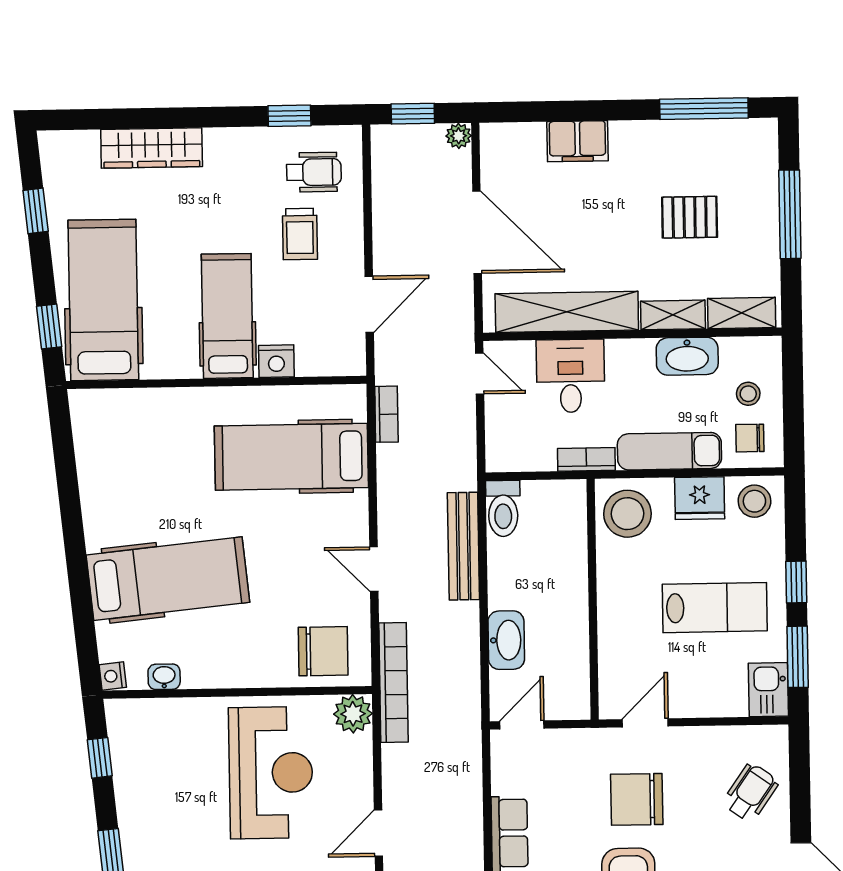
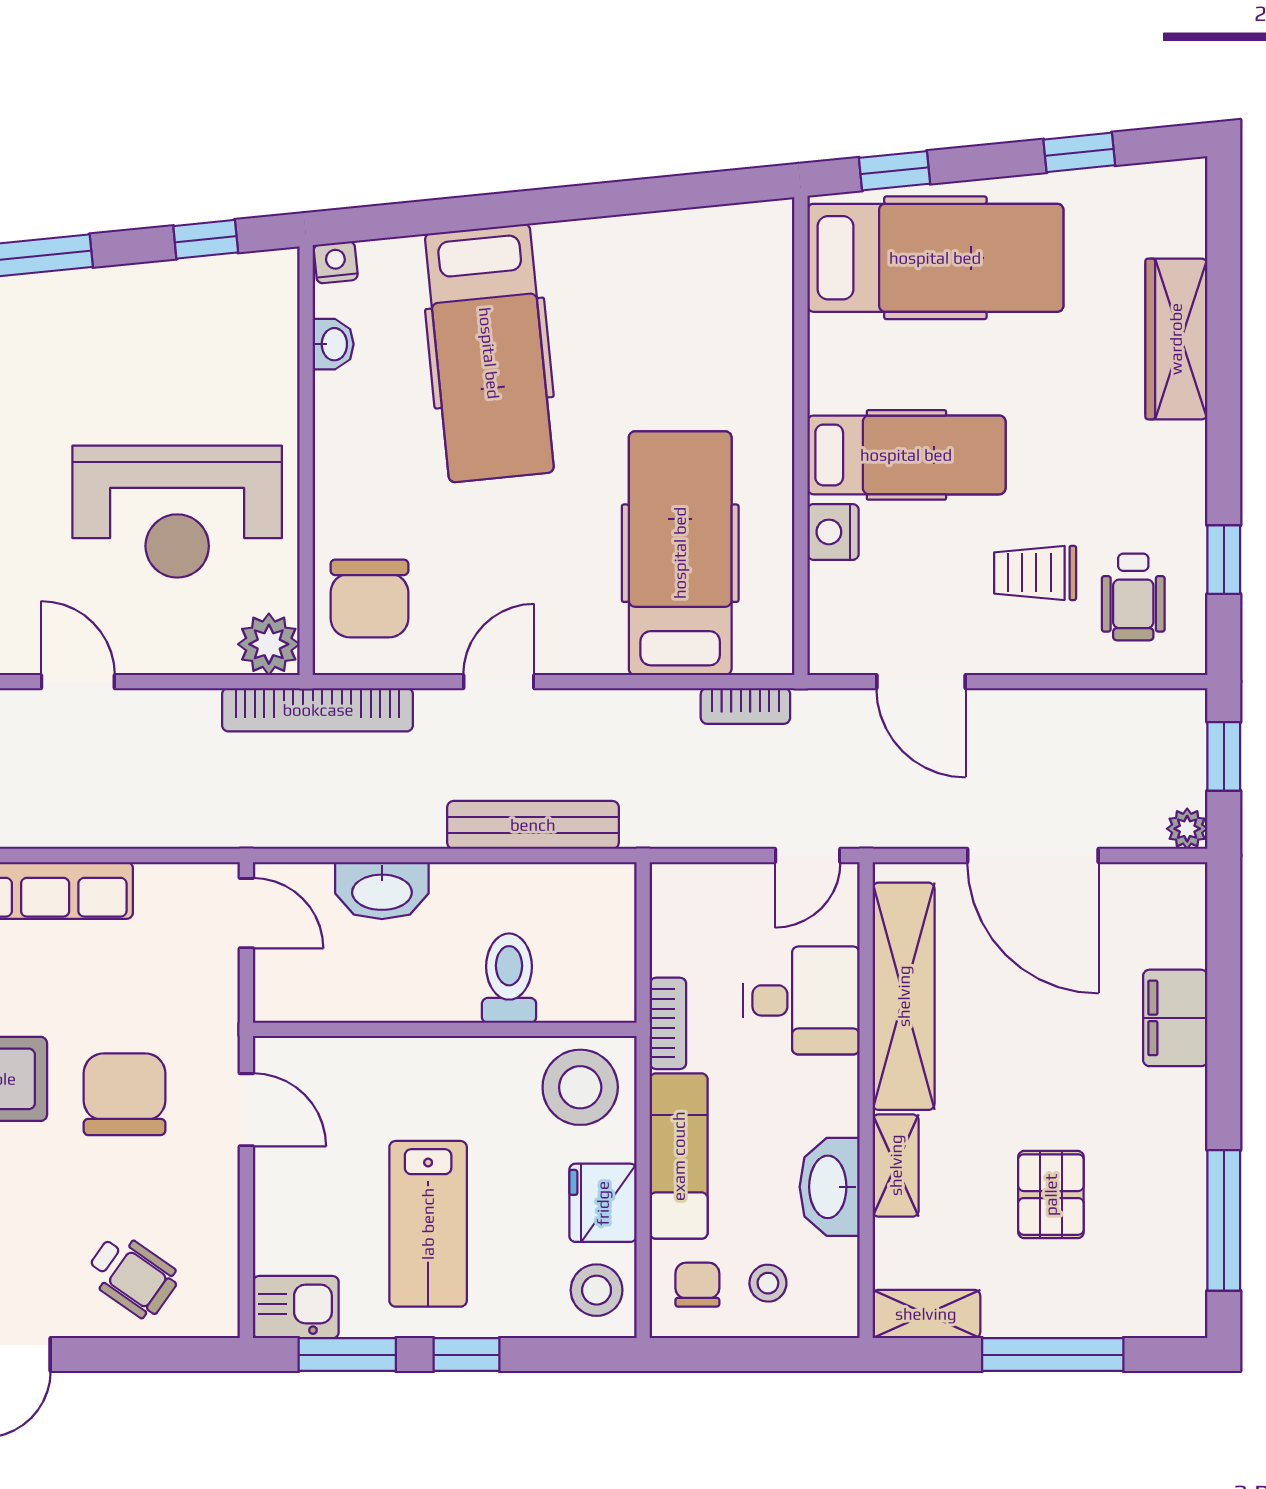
door: (477, 232) -> (1033, 856), hinge flipped
shelving: (742, 313) -> (926, 1314), moved, turned 90
toilet: (503, 508) -> (509, 978), moved, turned 90

